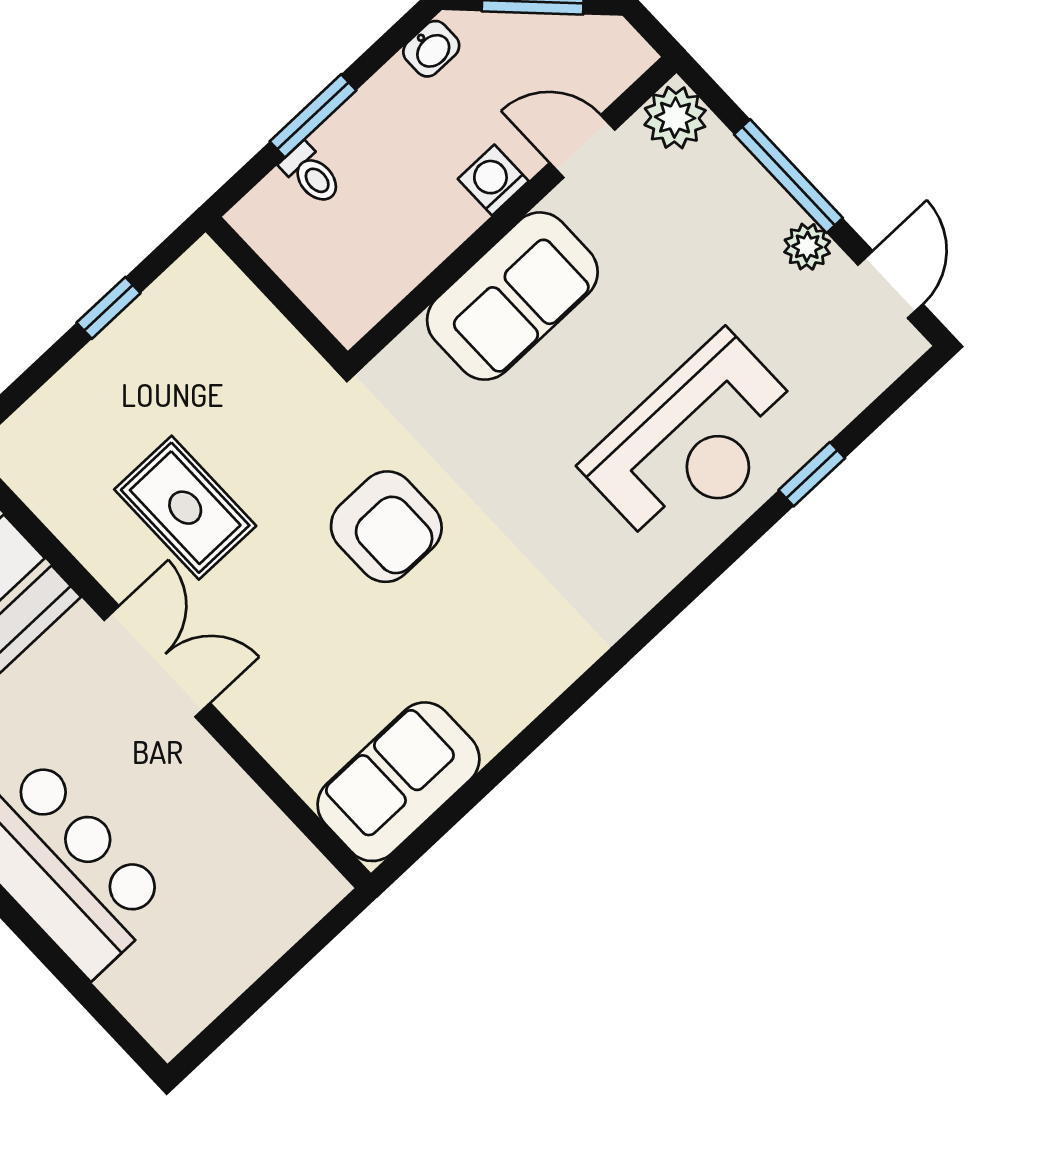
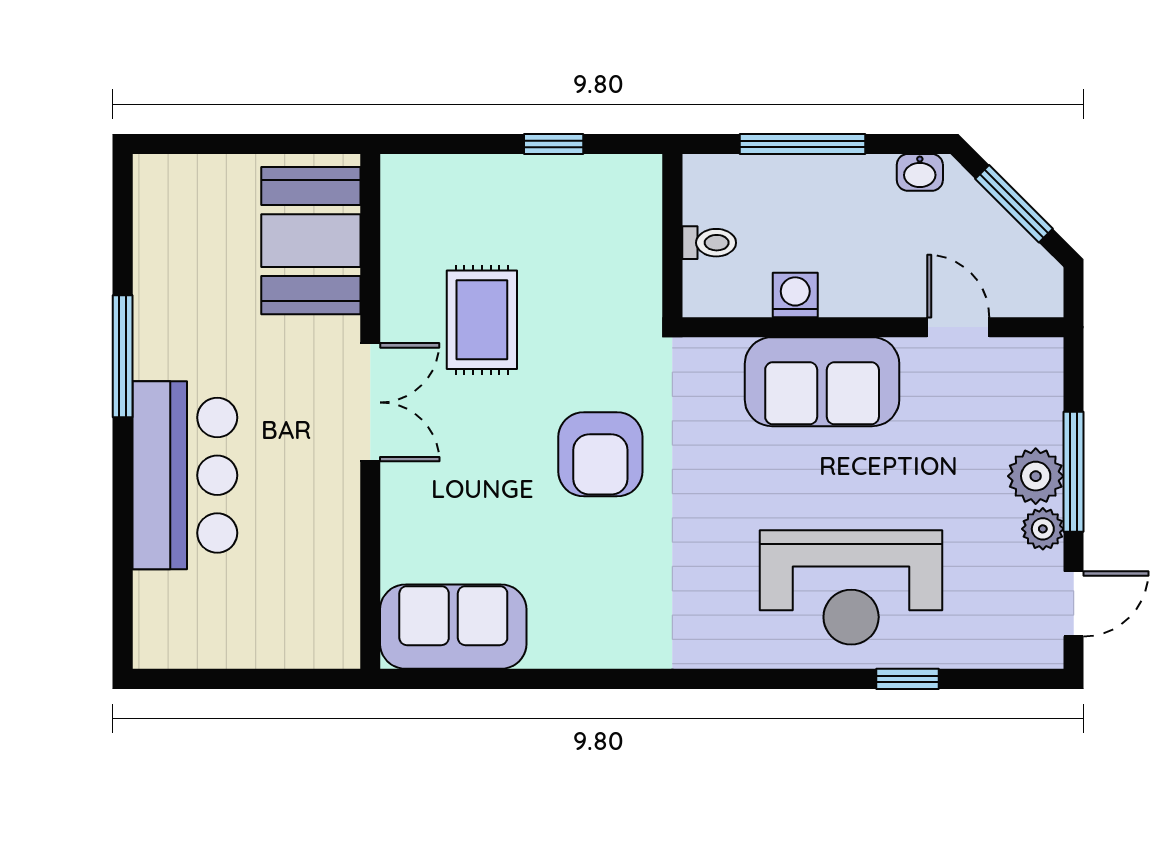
window: (313, 116) -> (803, 144), width x1.44
plant: (675, 118) -> (1036, 476), moved
toilet: (311, 174) -> (709, 243), moved, turned -90
washing machine: (493, 180) -> (795, 295), moved

